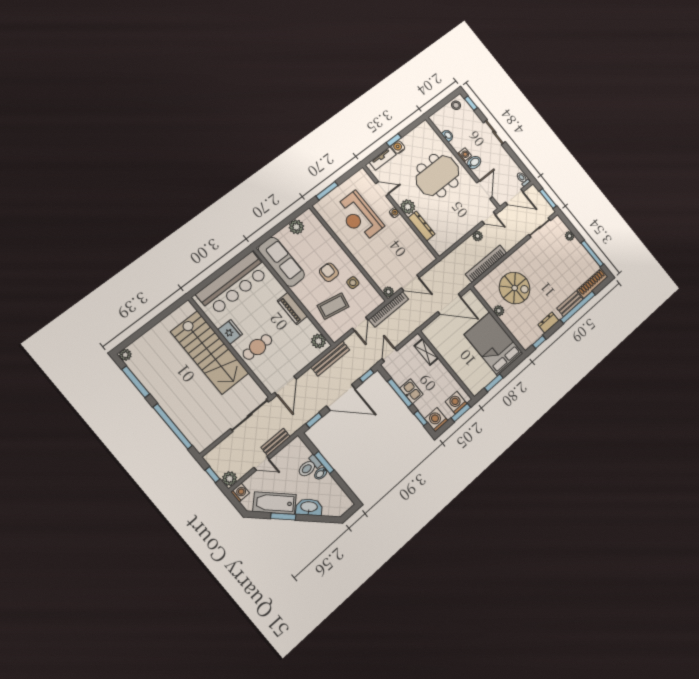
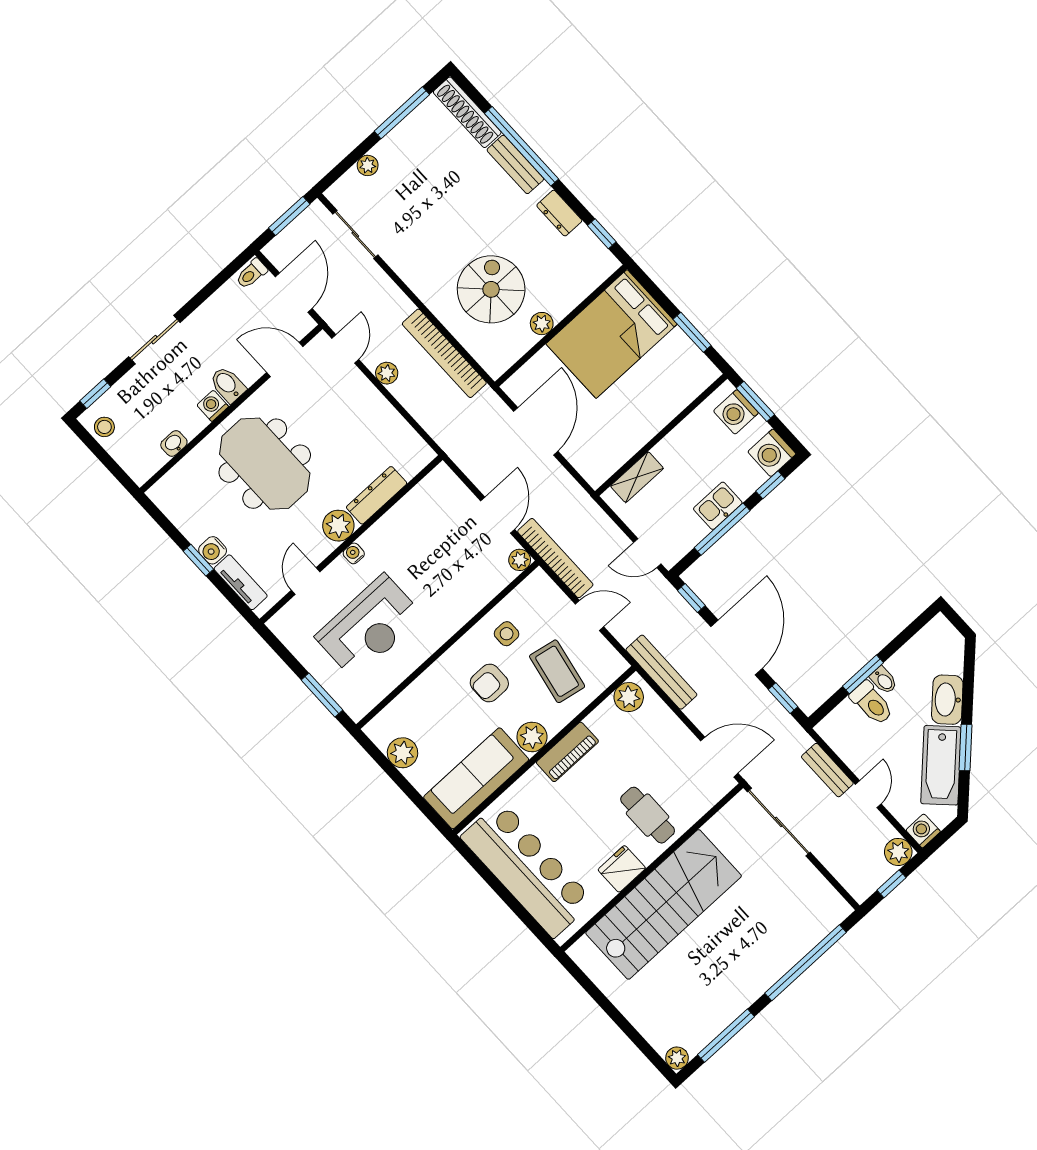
plant: (301, 291) -> (532, 737), added

